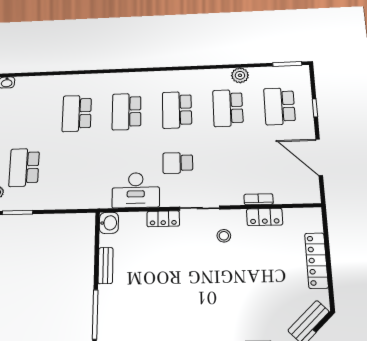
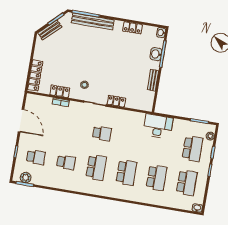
plant: (240, 75) -> (26, 178), moved
school desk: (279, 106) -> (36, 157), width x0.54
school desk: (228, 108) -> (66, 162), width x0.54
school desk: (27, 115) -> (187, 183), added
desk: (136, 190) -> (158, 126), moved
washbasin: (109, 223) -> (156, 54), moved
locker: (316, 260) -> (35, 75), moved

